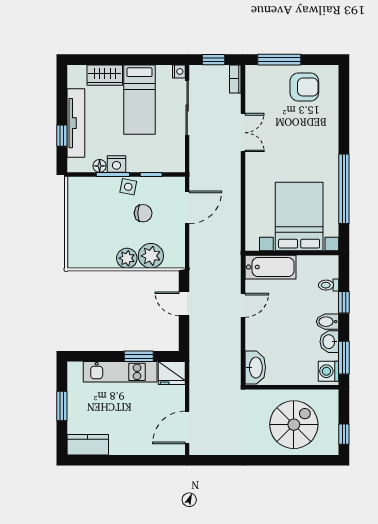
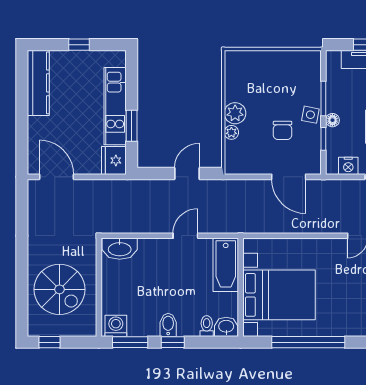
nightstand: (116, 164) -> (348, 166), moved, turned -90
floor lamp: (100, 166) -> (332, 120), moved
plant: (151, 256) -> (231, 132), width x0.53, depth x0.53
window: (344, 302) -> (173, 342), moved
door: (243, 305) -> (185, 236), swing flipped
washbasin: (329, 342) -> (226, 327), moved
window: (62, 406) -> (79, 45), width x0.67
kitchen counter: (88, 445) -> (38, 83), width x1.50

